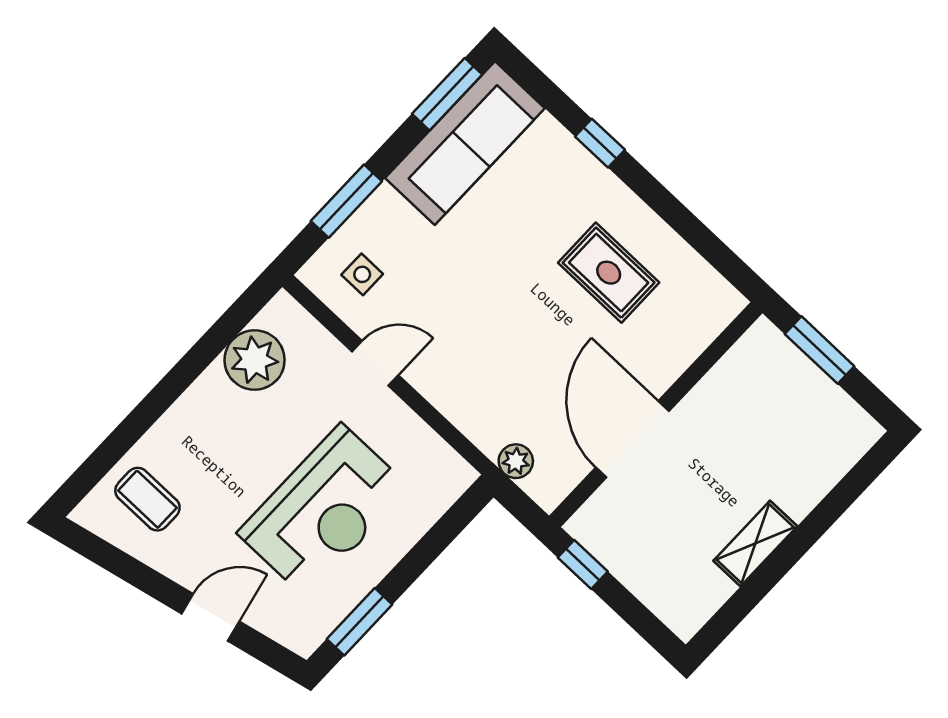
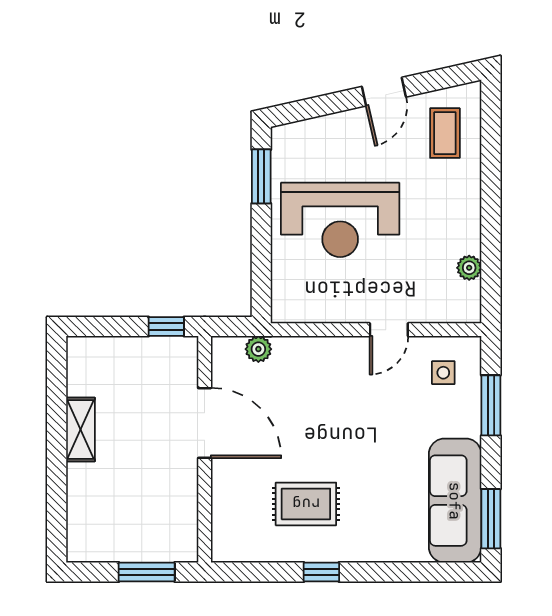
window: (600, 143) -> (321, 572), moved
plant: (255, 360) -> (469, 268), width x0.53, depth x0.53
coffee table: (147, 499) -> (445, 133), turned 90
reception desk: (324, 510) -> (340, 220), turned -90
door: (210, 617) -> (384, 92), moved

